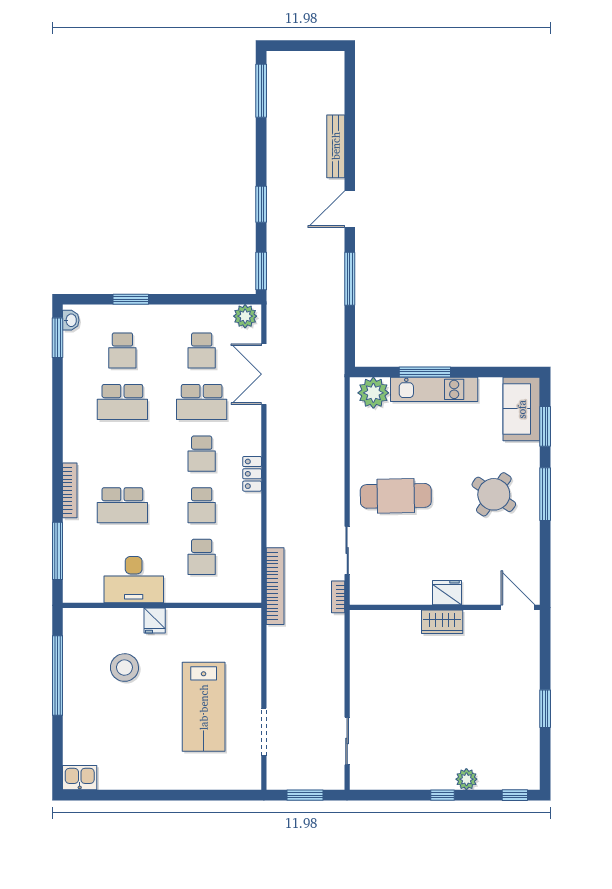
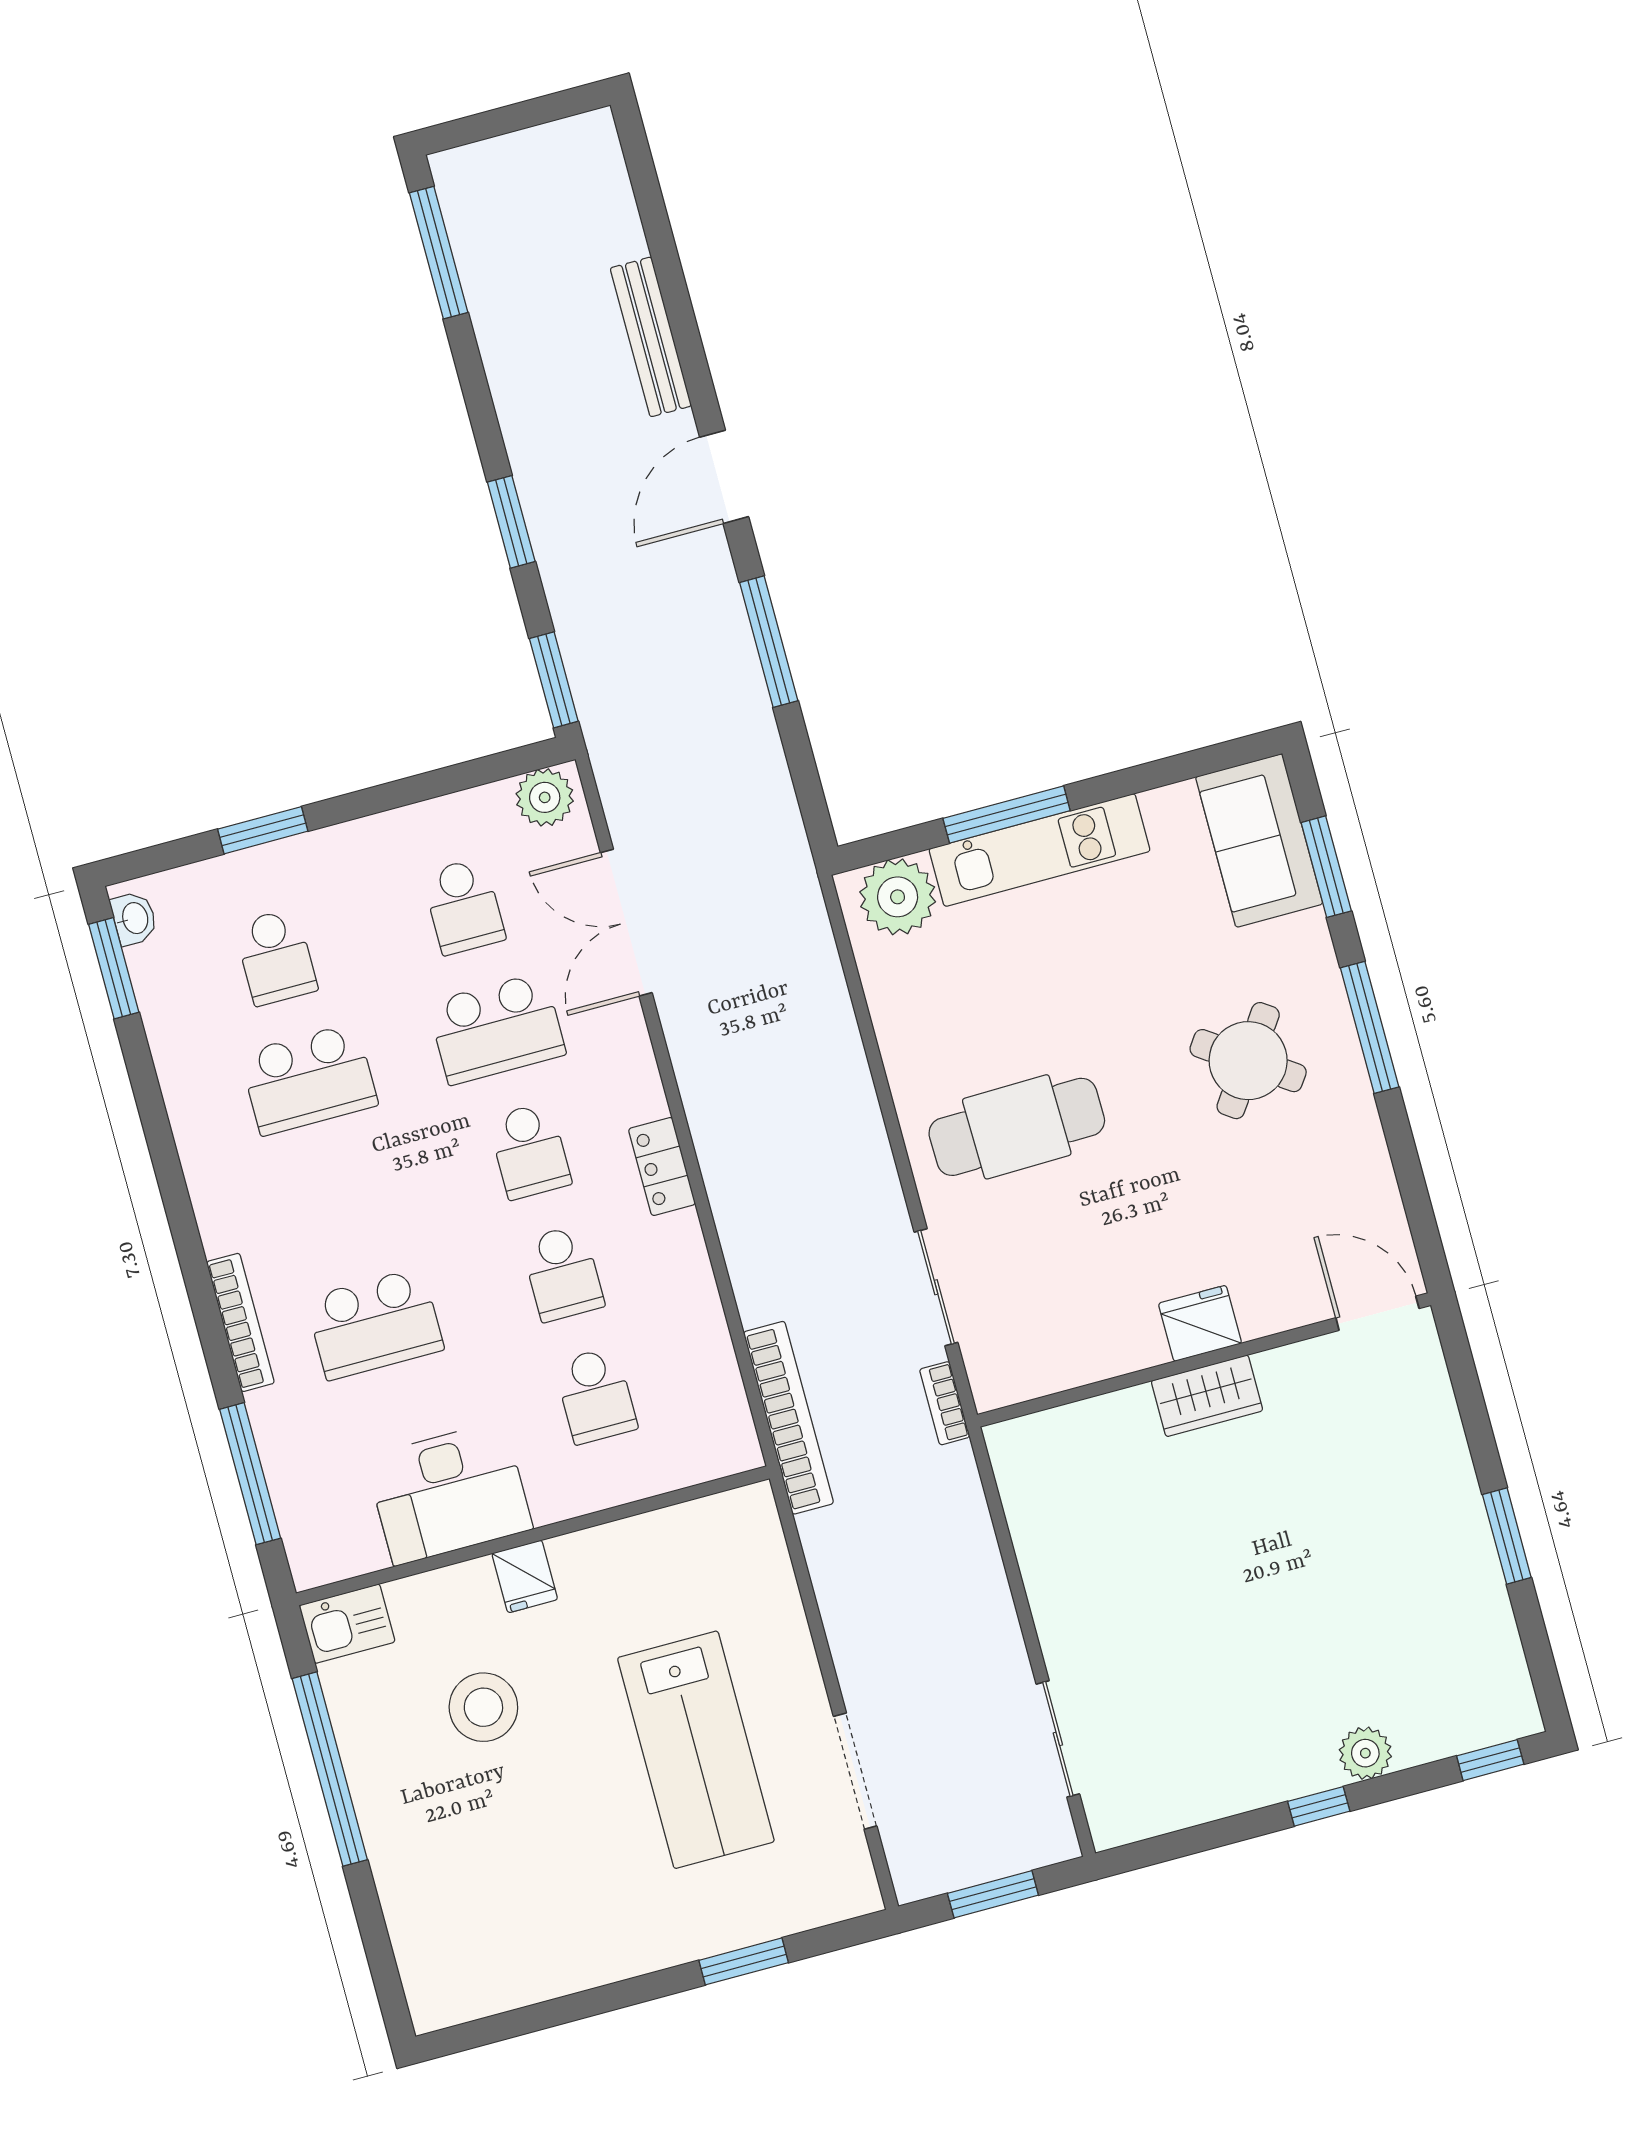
kitchen sink: (80, 778) -> (347, 1624), moved, turned 180
window: (200, 795) -> (744, 1961), added

